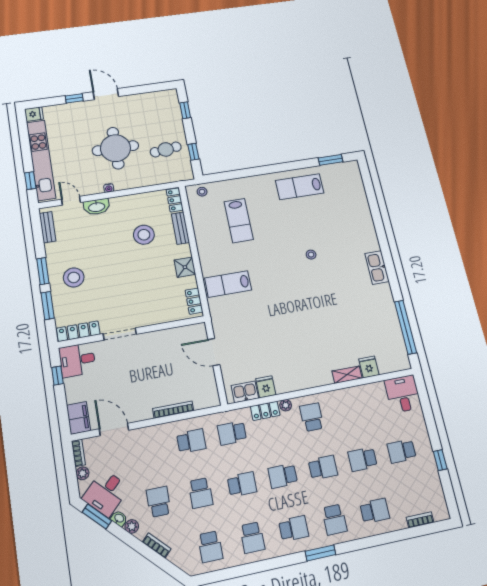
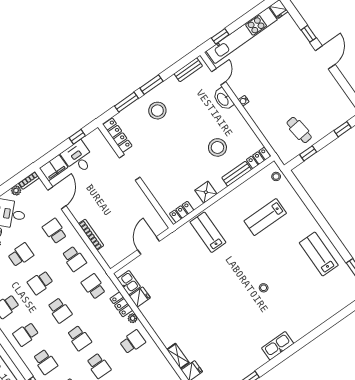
round table: (115, 148) -> (281, 89), removed
desk: (77, 360) -> (78, 158), moved
school desk: (150, 449) -> (55, 231), added
school desk: (283, 476) -> (79, 338), turned 180

